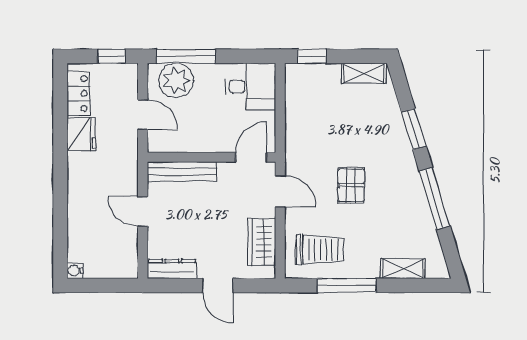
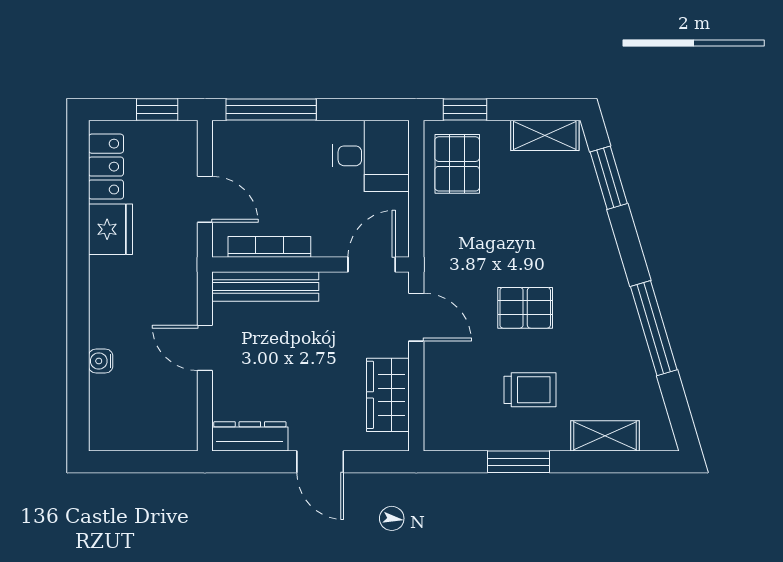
plant: (176, 80) -> (256, 147), removed
pallet: (307, 92) -> (457, 164), added
window: (414, 129) -> (609, 178), moved
bookcase: (185, 146) -> (269, 247), added
pallet: (351, 185) -> (525, 308), turned 90
trolley: (320, 250) -> (530, 390), moved, width x0.73, depth x0.72
water cooler: (75, 271) -> (101, 361), moved
window: (347, 285) -> (519, 462), width x0.69

